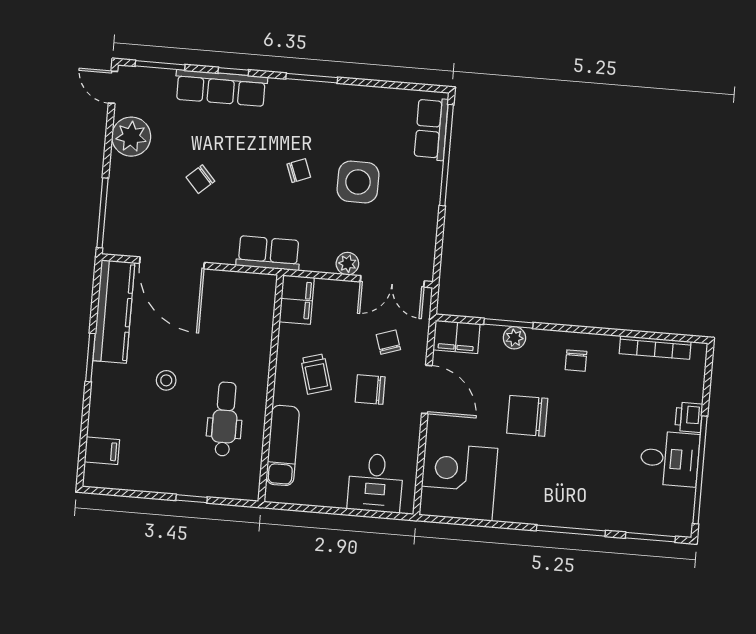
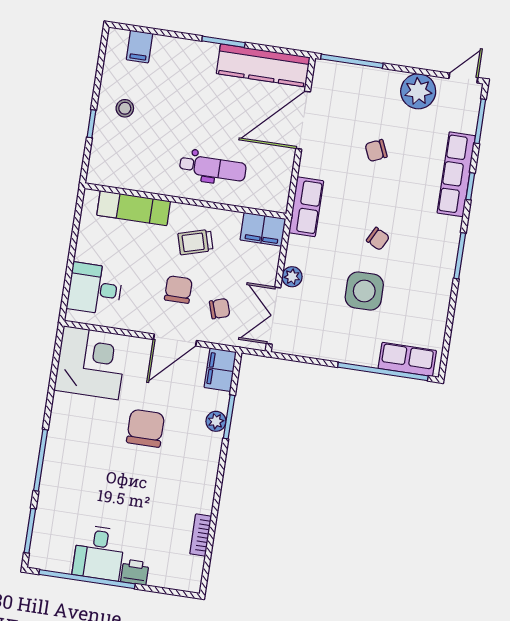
chair: (299, 171) -> (378, 239), turned -42
chair: (200, 179) -> (376, 151), turned -72
bookcase: (655, 348) -> (201, 535), width x0.64
chair: (576, 361) -> (192, 475), removed
stool: (166, 380) -> (125, 108), moved
dental chair: (225, 419) -> (213, 168), moved

